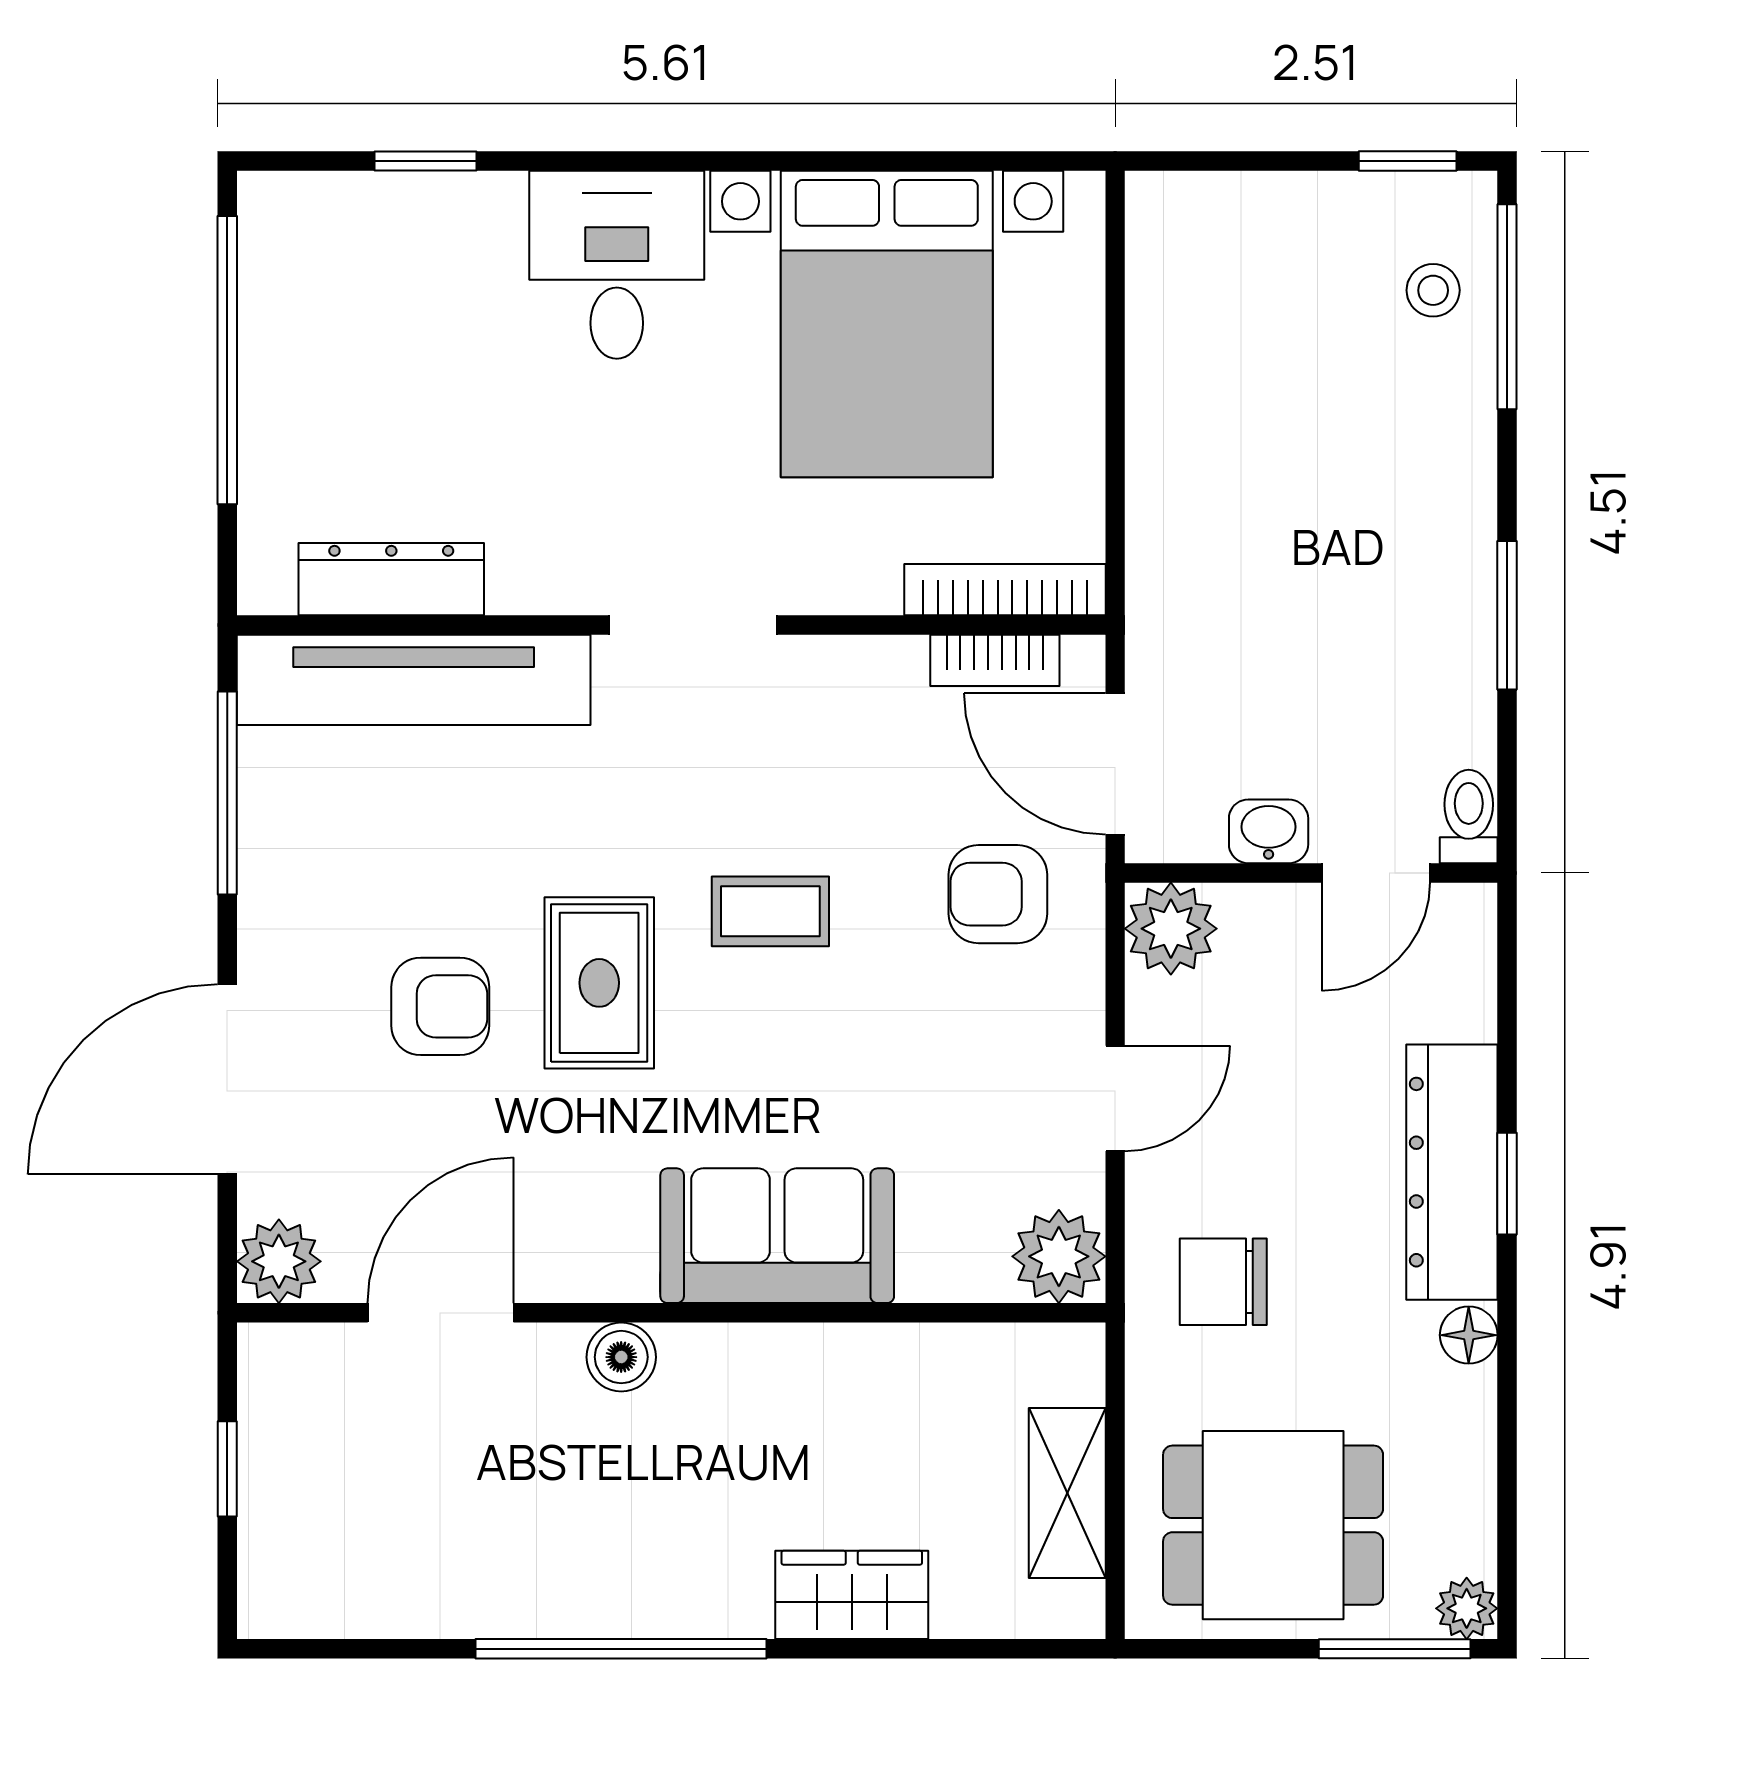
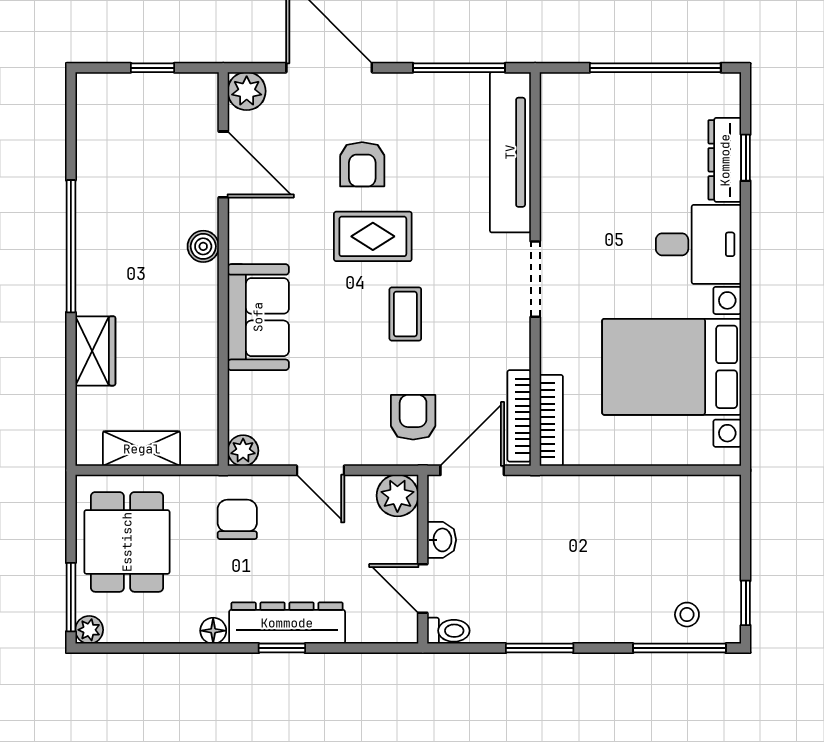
dresser: (391, 579) -> (725, 160), moved, turned 180
bookcase: (995, 660) -> (519, 416), width x1.56
plant: (1059, 1256) -> (243, 451), width x0.73, depth x0.73

